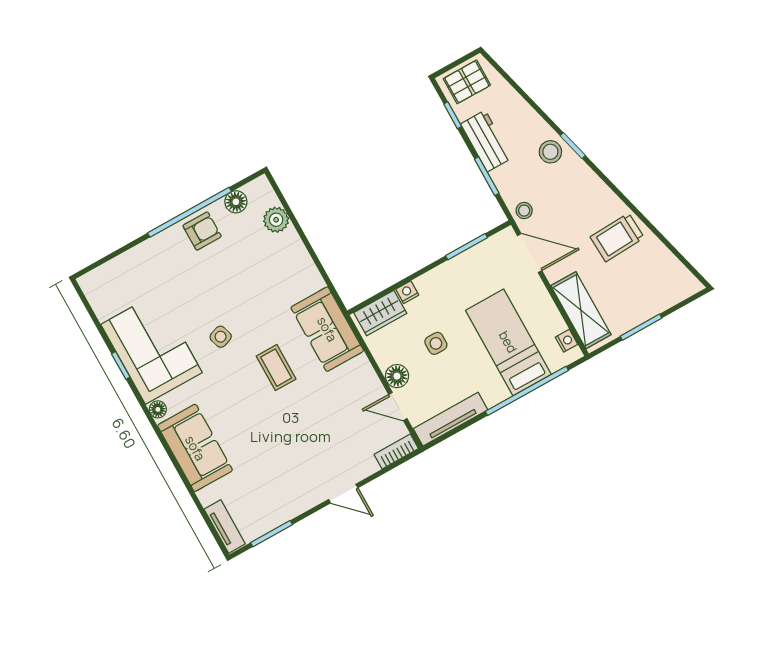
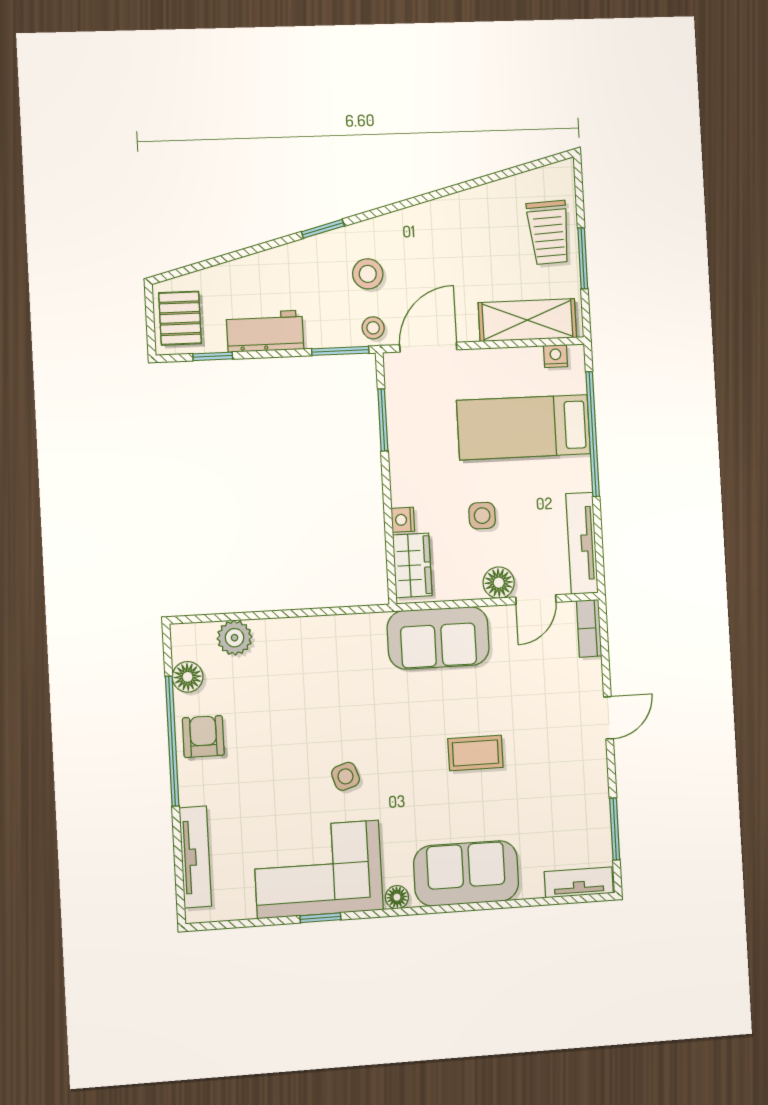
stool: (550, 152) -> (368, 274), moved
window: (487, 176) -> (340, 351), moved
trolley: (617, 237) -> (549, 232), moved
tv unit: (122, 264) -> (195, 857), added
sofa: (327, 329) -> (438, 638), moved
coffee table: (276, 368) -> (475, 753), moved

